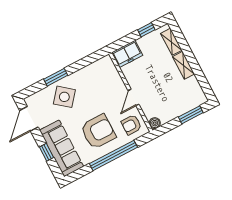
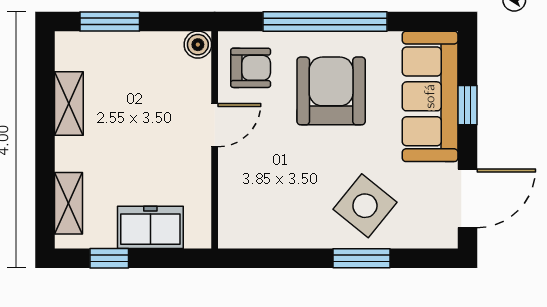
freezer: (127, 54) -> (150, 227), moved
shelving: (183, 65) -> (69, 103), moved
armchair: (98, 132) -> (331, 91), turned 90

